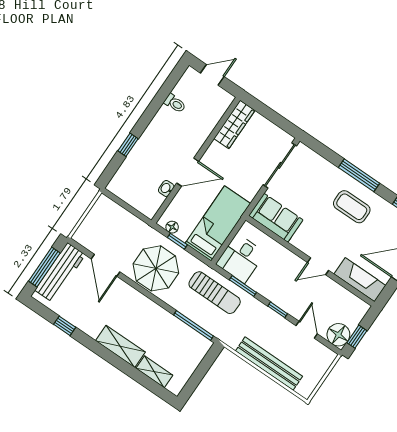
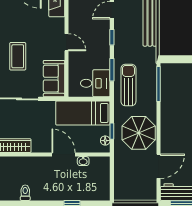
coffee table: (352, 207) -> (18, 56), moved
door: (318, 266) -> (67, 42), moved

